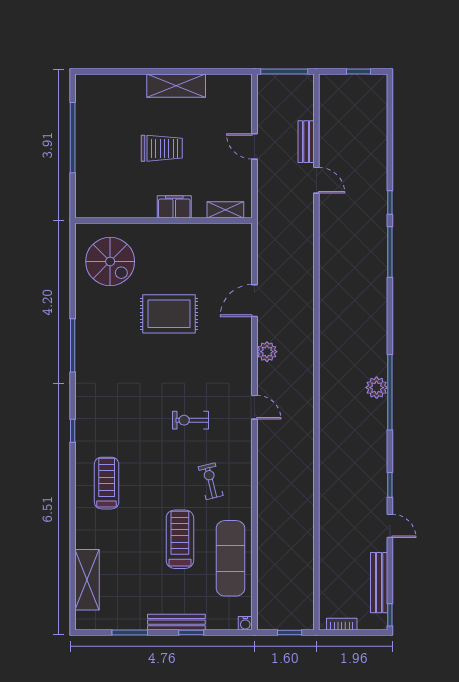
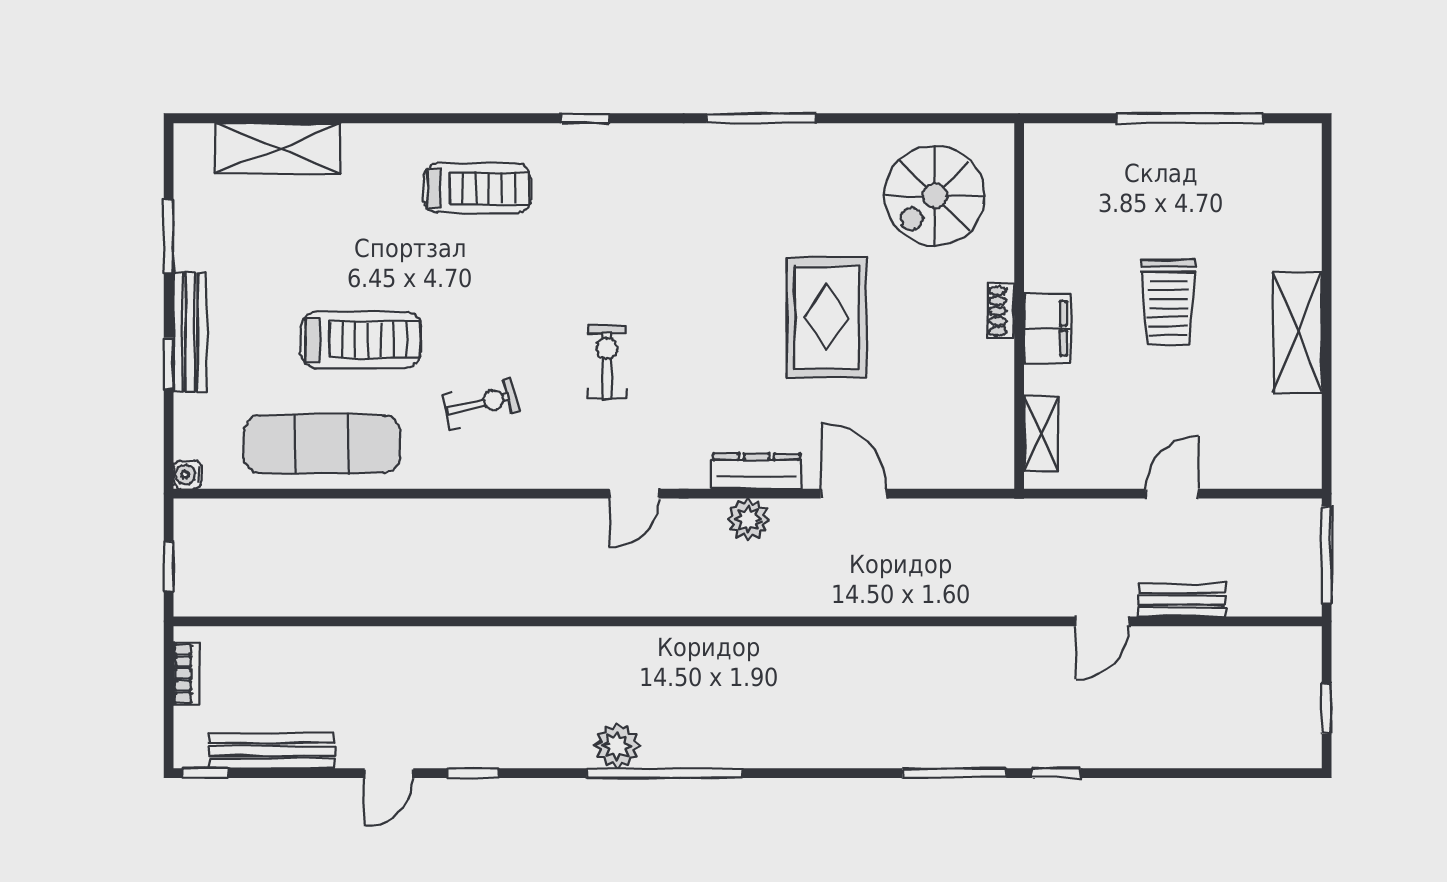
shoe rack: (166, 229) -> (1001, 311), added
dresser: (244, 348) -> (756, 471), added
plant: (377, 388) -> (617, 746), moved

